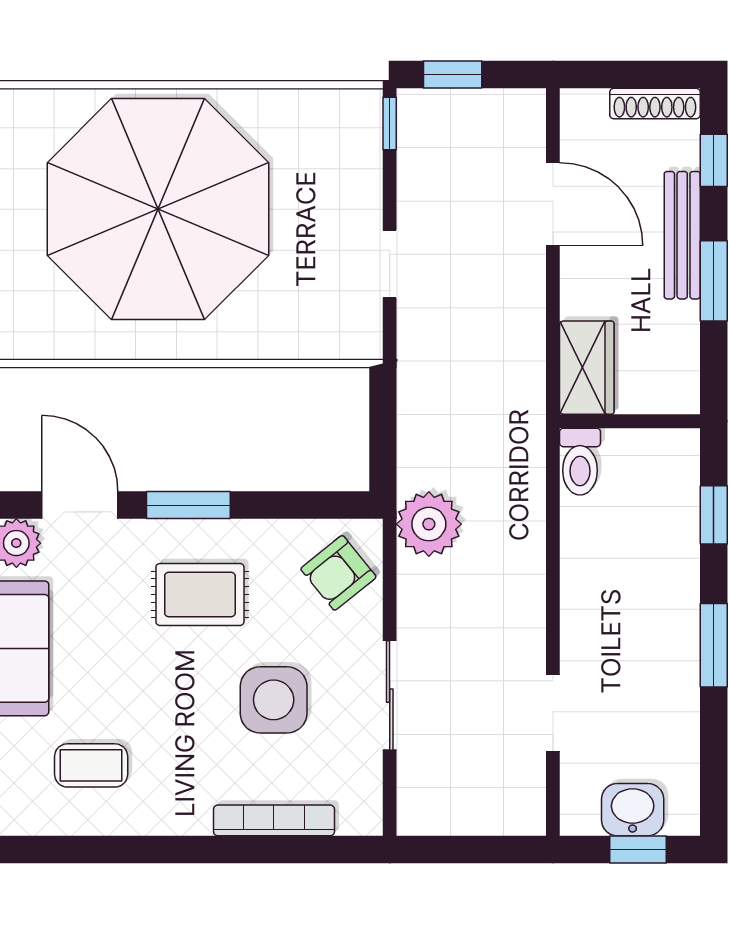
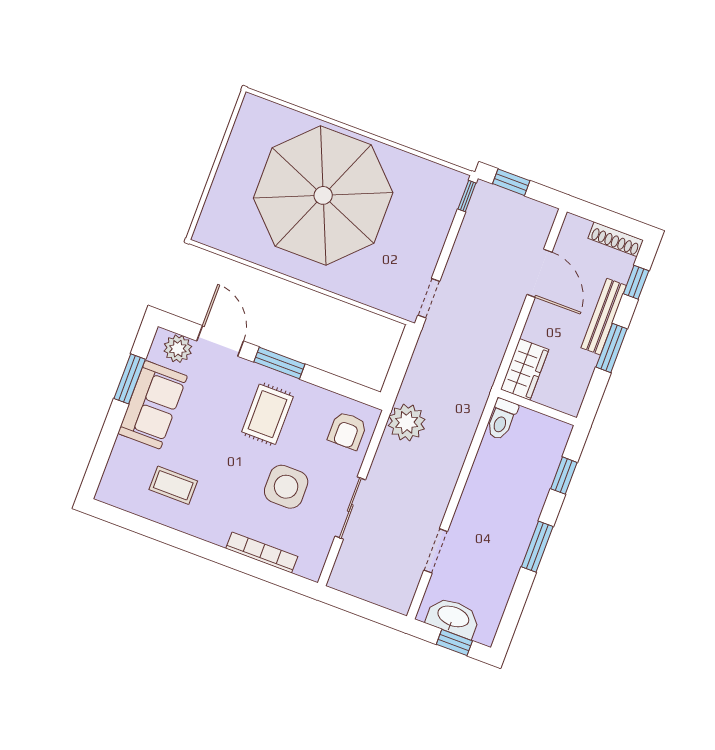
doorway: (390, 264) -> (429, 298), moved
armchair: (338, 573) -> (347, 431), turned -51
rug: (200, 595) -> (267, 414), turned 90
washbasin: (633, 810) -> (453, 617), width x1.38

